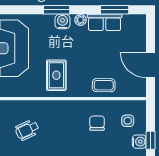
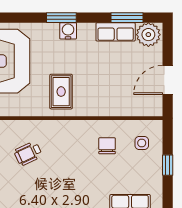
plant: (81, 20) -> (148, 35), moved, width x1.88, depth x1.88
door: (150, 65) -> (168, 80), hinge flipped
coffee table: (104, 85) -> (115, 103), removed
water cooler: (139, 142) -> (155, 167), removed

